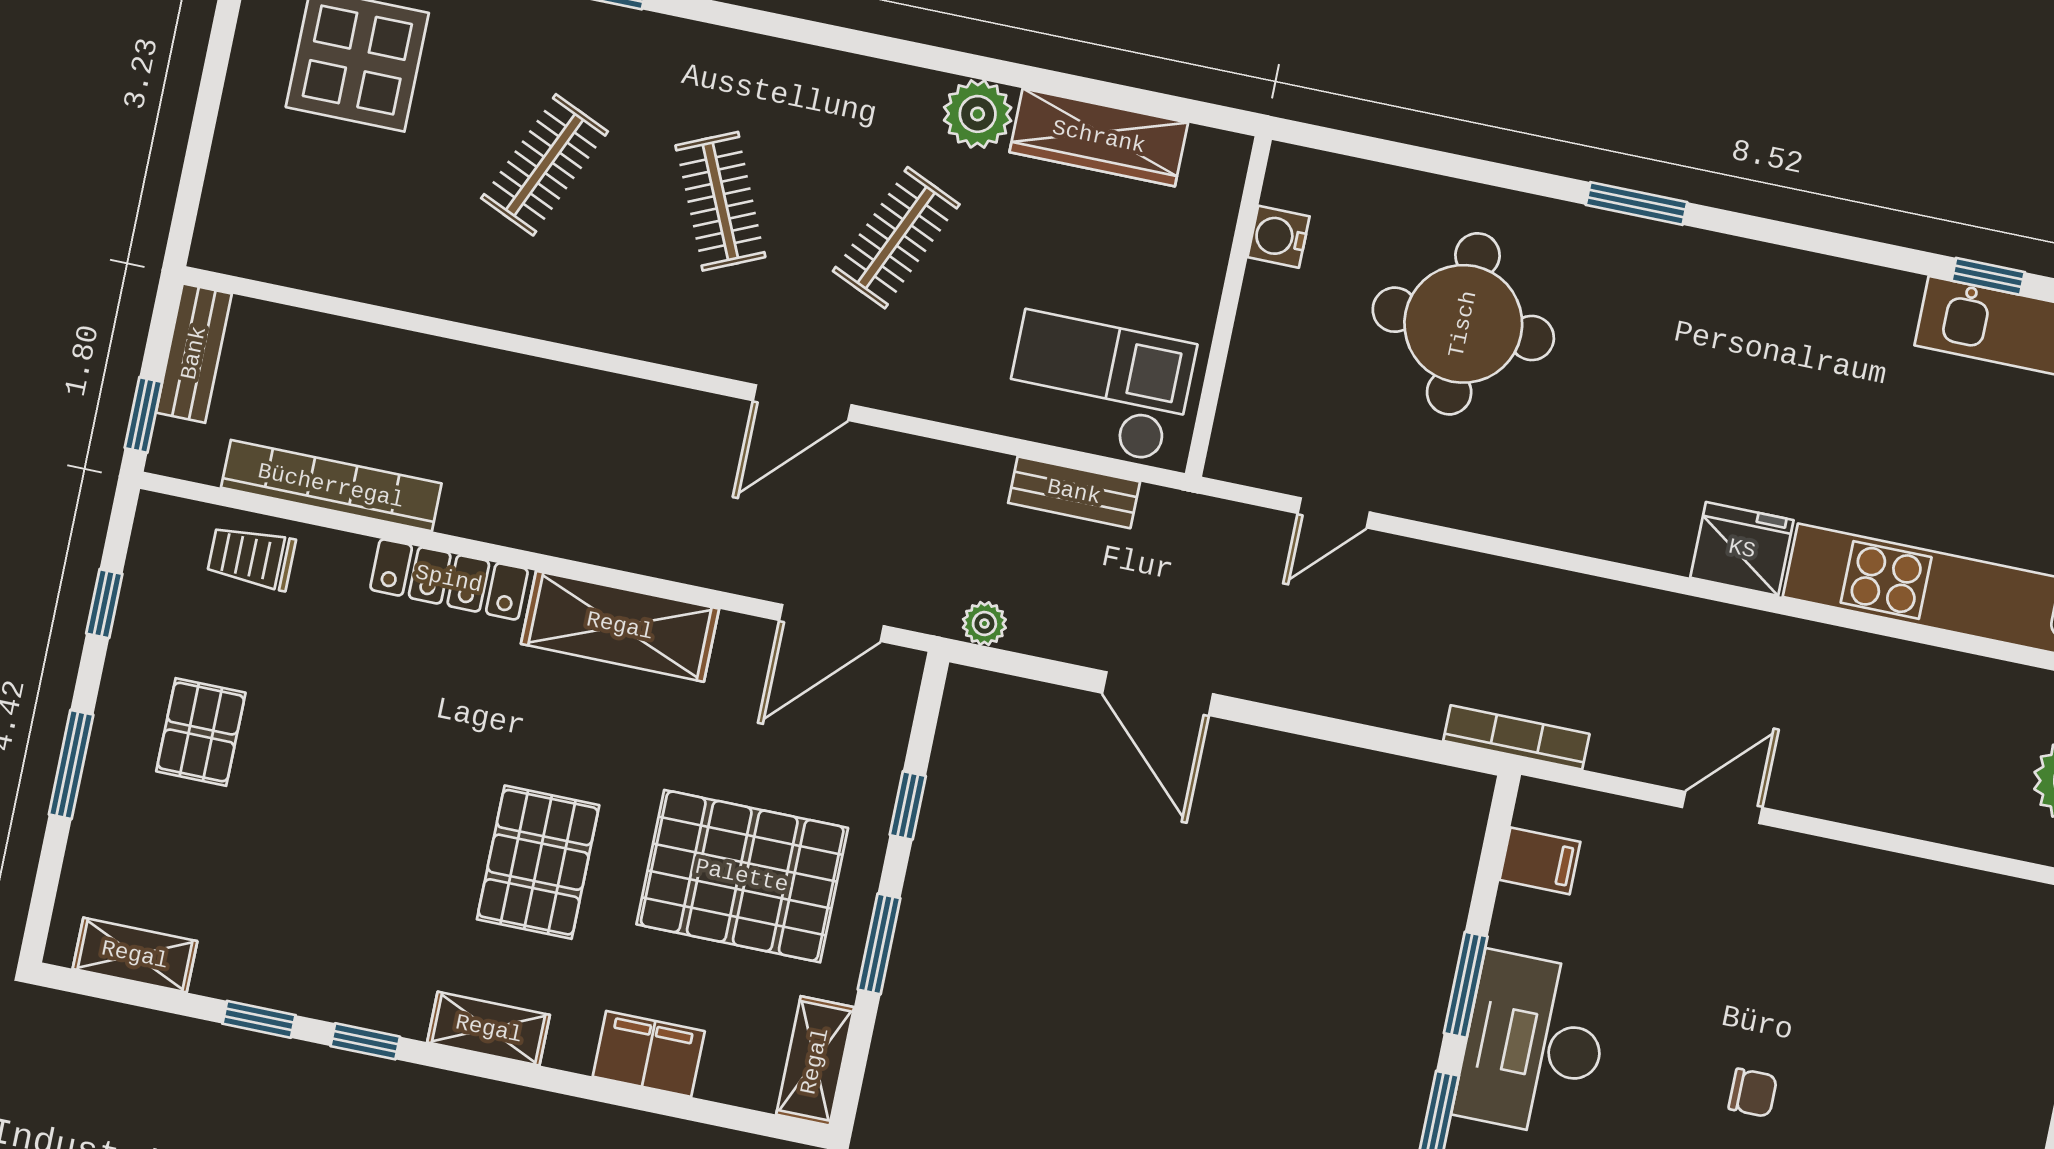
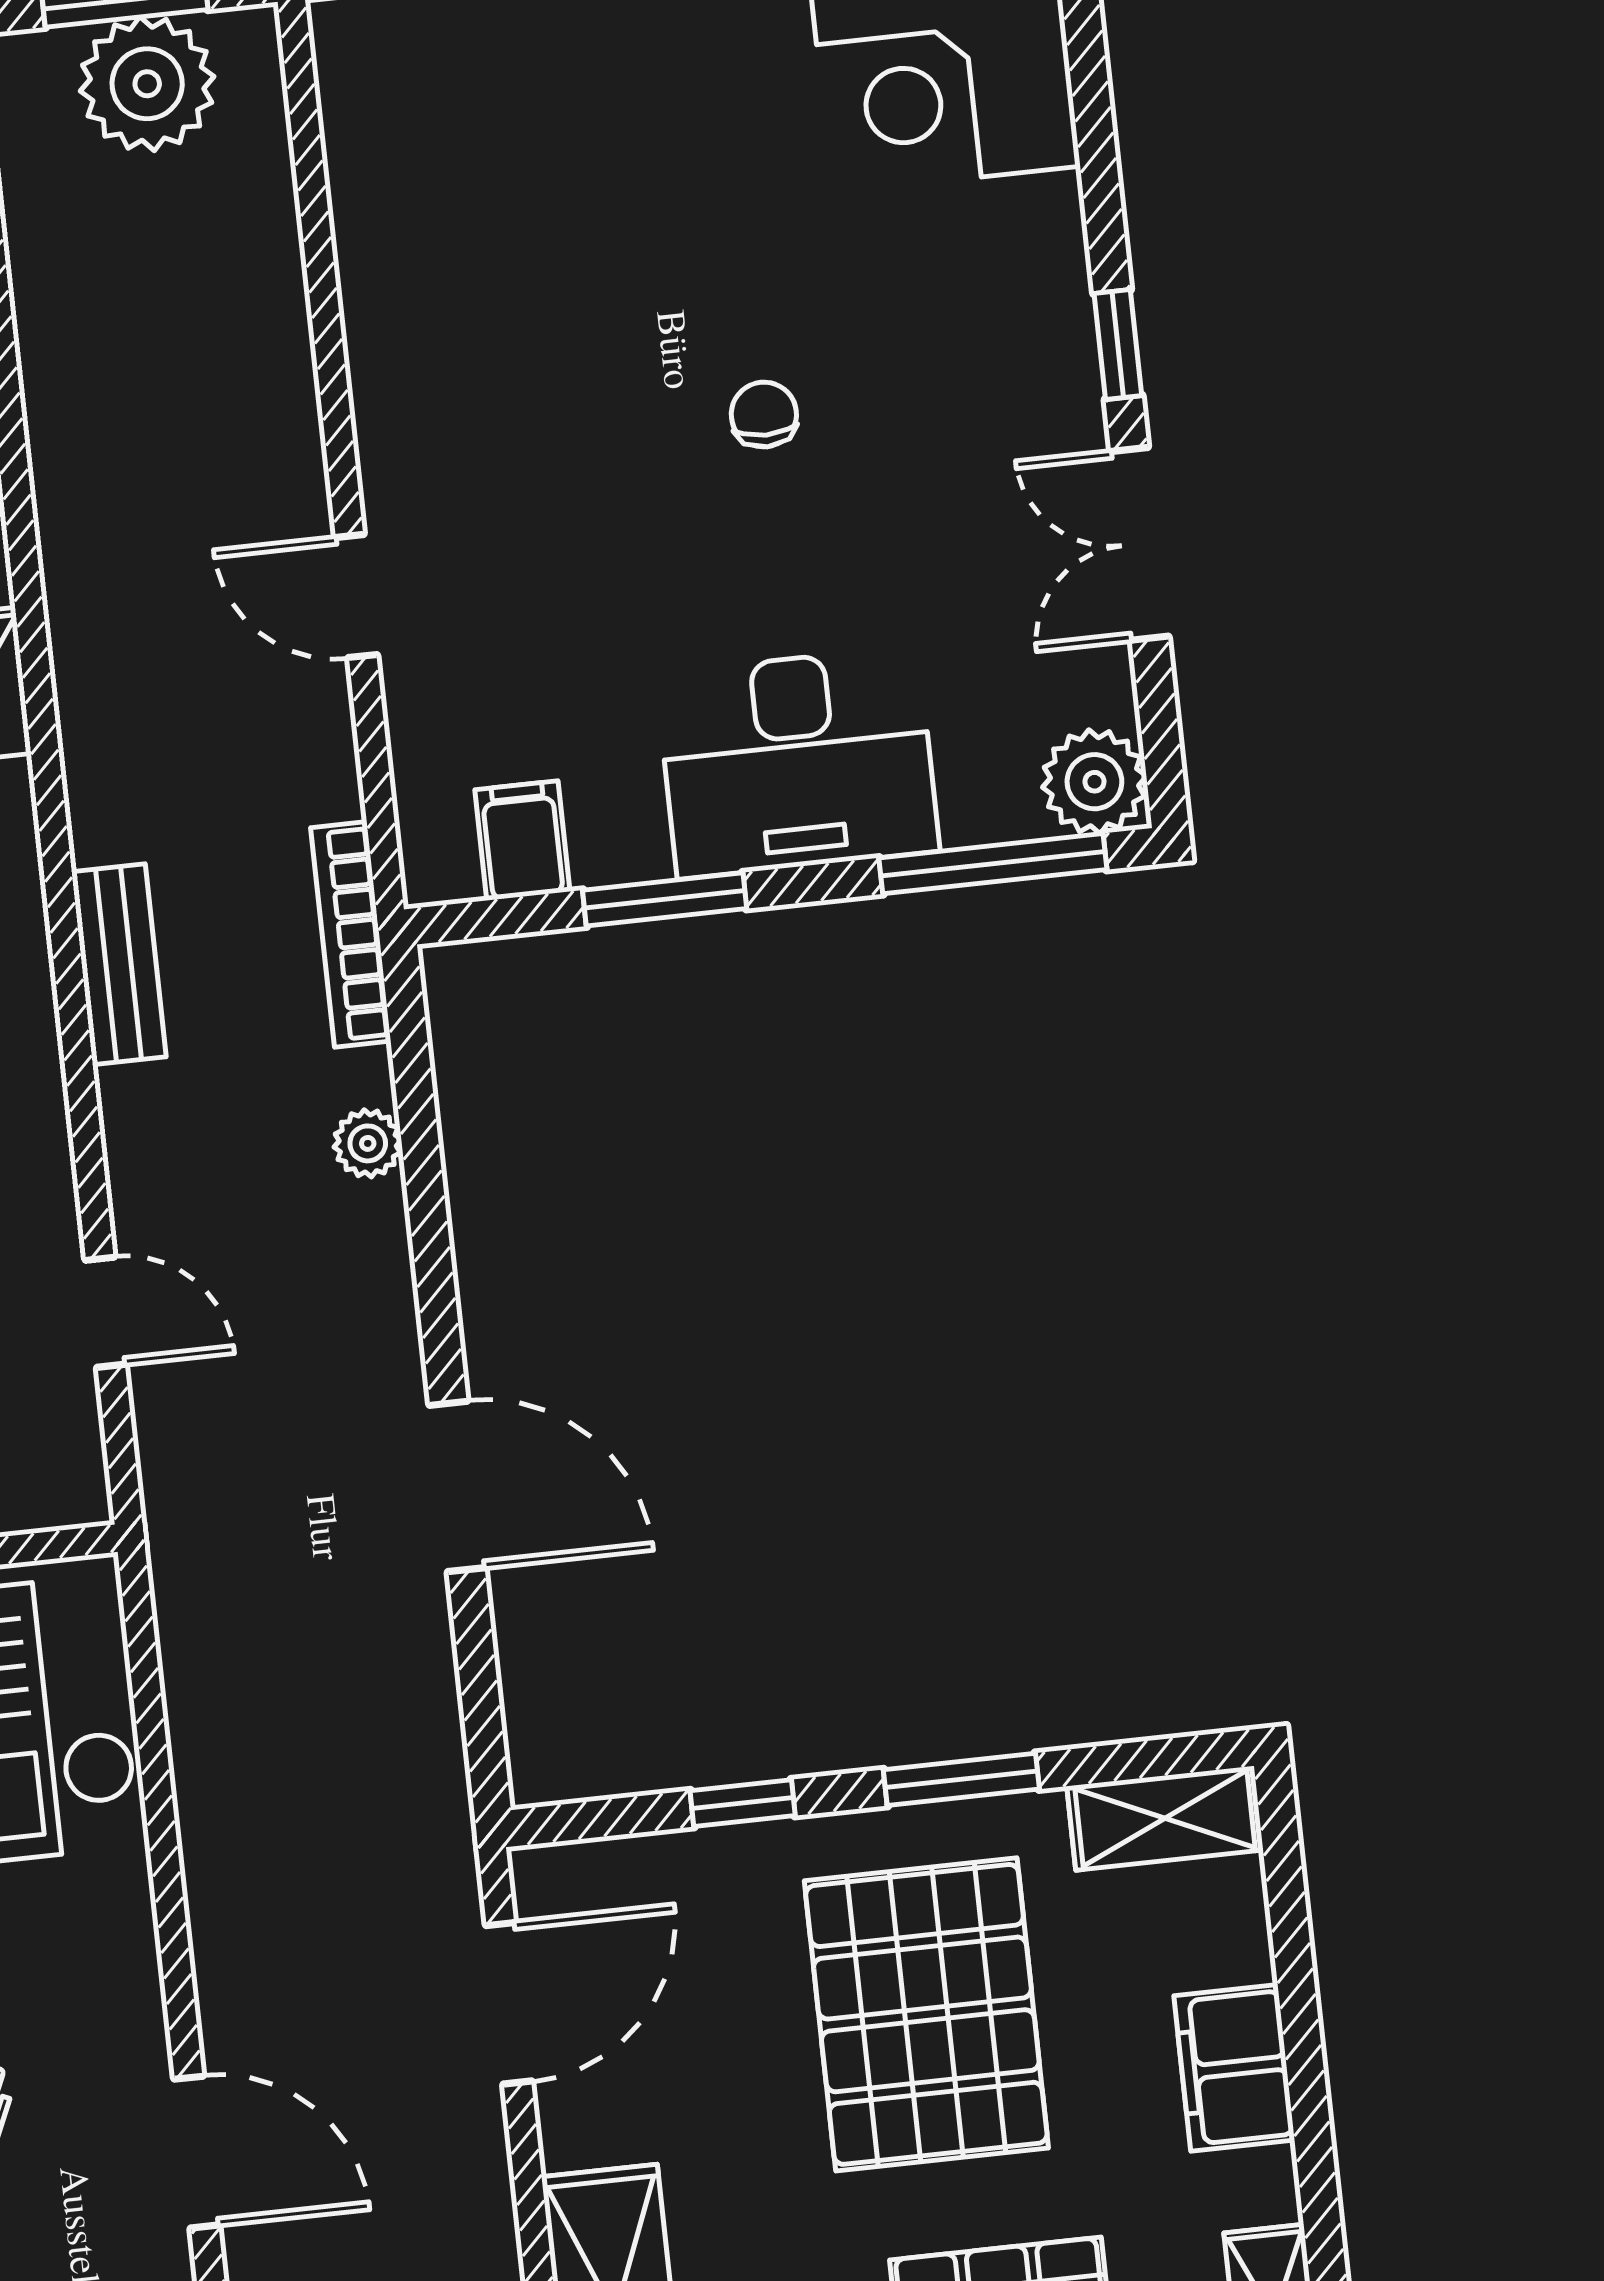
bench: (1074, 492) -> (119, 964), moved
door: (832, 623) -> (509, 2003), hinge flipped
plant: (984, 624) -> (368, 1143), moved
door: (1158, 694) -> (457, 1486), hinge flipped
window: (1466, 985) -> (665, 899), moved

